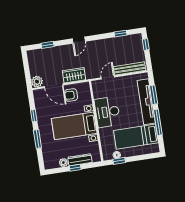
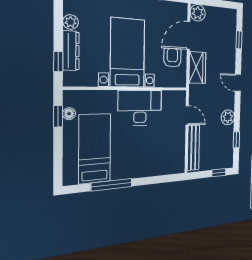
plant: (105, 44) -> (228, 117), added
window: (154, 95) -> (153, 180), removed
tv unit: (146, 102) -> (145, 169), removed
window: (75, 168) -> (58, 62), moved

